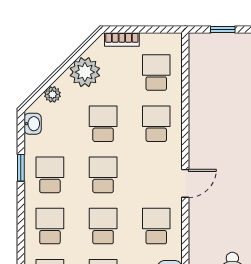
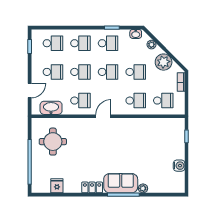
door: (185, 183) -> (103, 116), swing flipped

